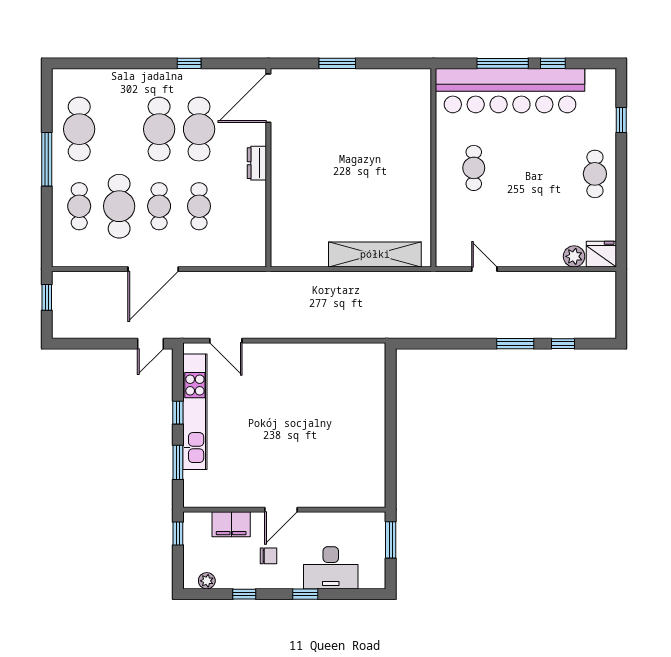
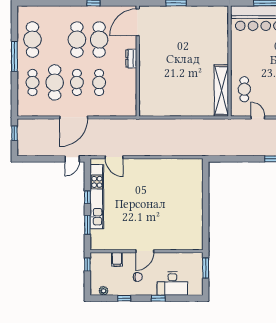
cafe table: (474, 168) -> (244, 89), moved
shelving: (375, 254) -> (221, 91), moved, turned 90
filing cabinet: (231, 524) -> (117, 259), width x0.50

